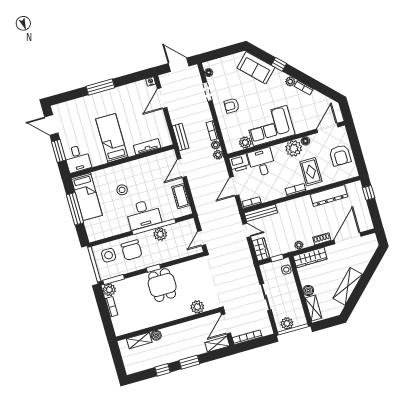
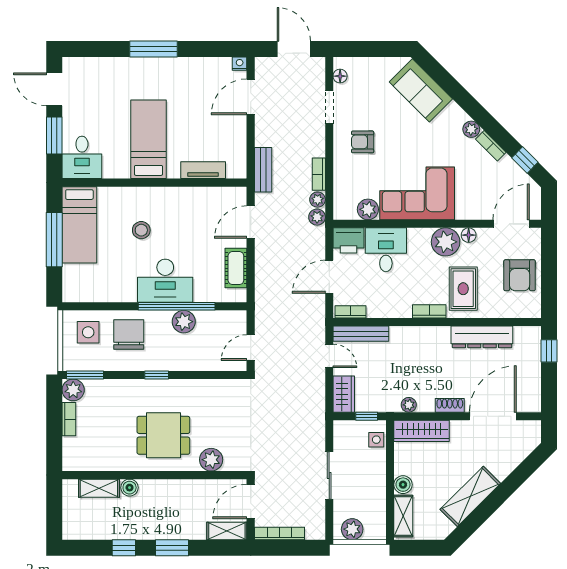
window: (279, 64) -> (525, 160), moved
chair: (132, 250) -> (129, 335), turned 180
dining table: (162, 285) -> (163, 435), moved, turned 90

